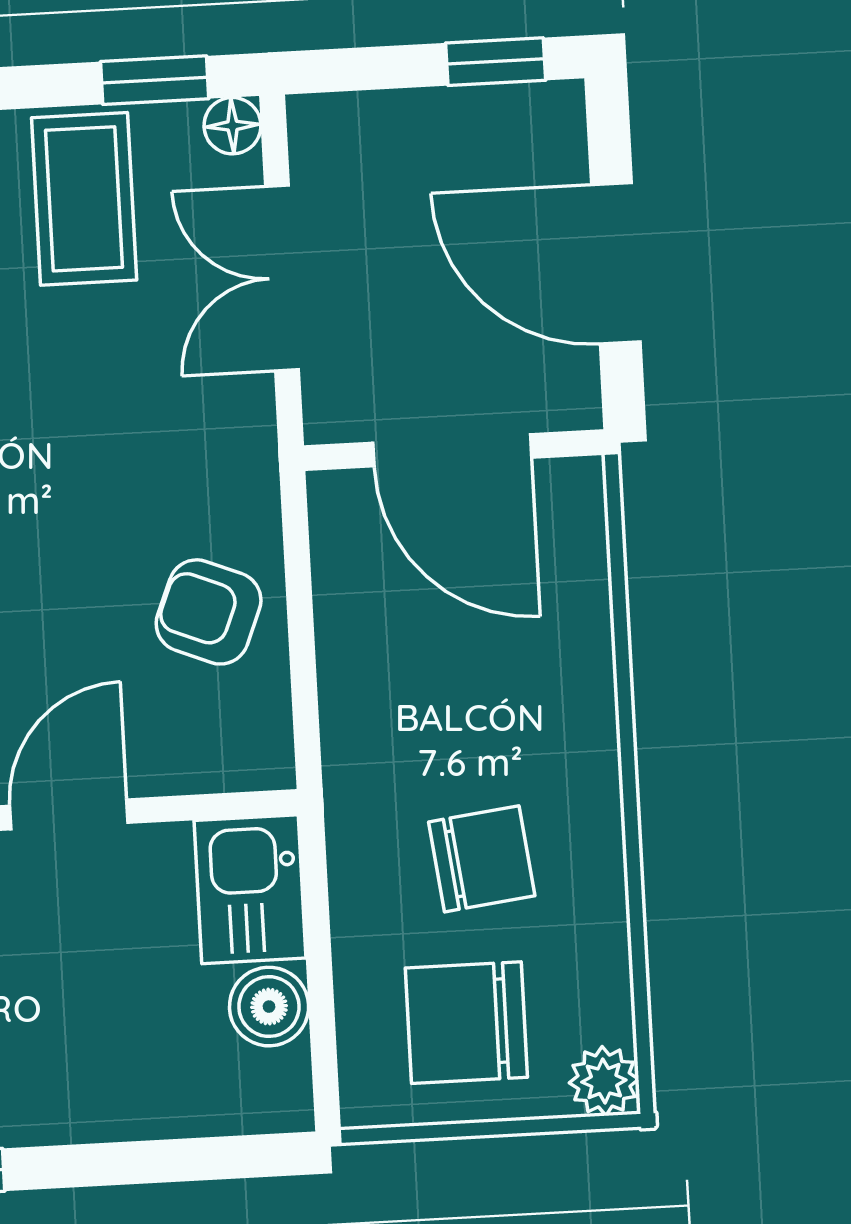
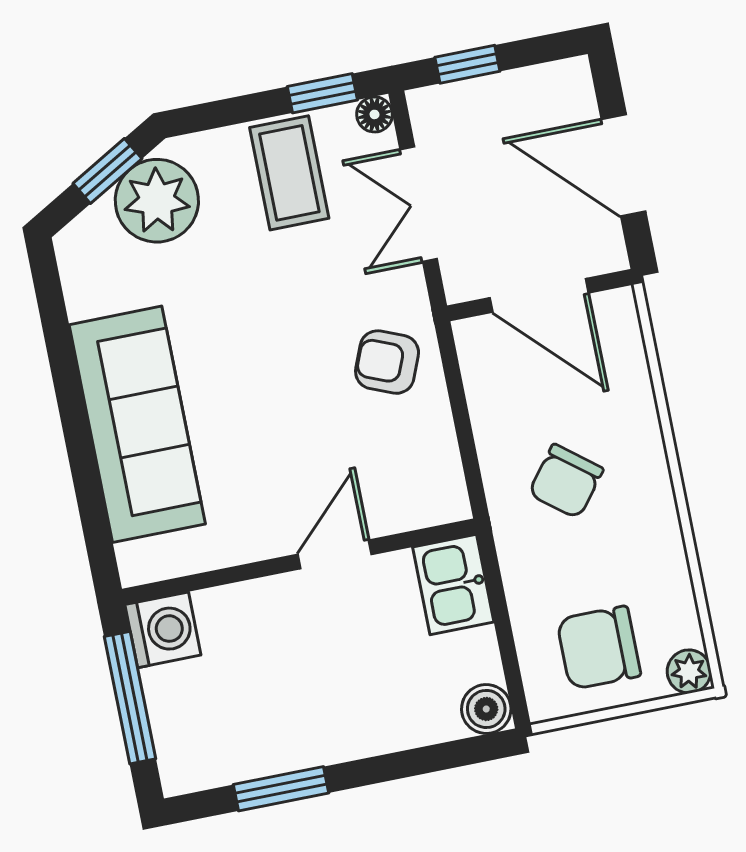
window: (496, 62) -> (467, 64), moved
armchair: (209, 612) -> (387, 362), moved
chair: (482, 859) -> (566, 481), moved, turned 135
boiler: (269, 1007) -> (486, 709), moved

